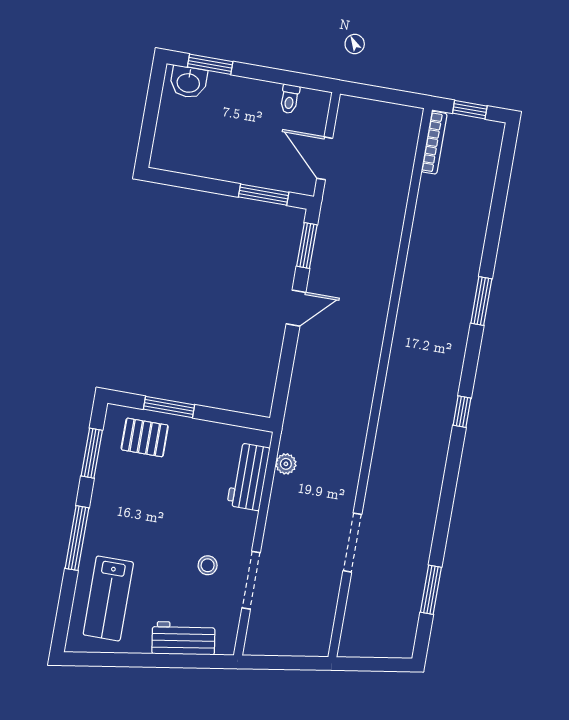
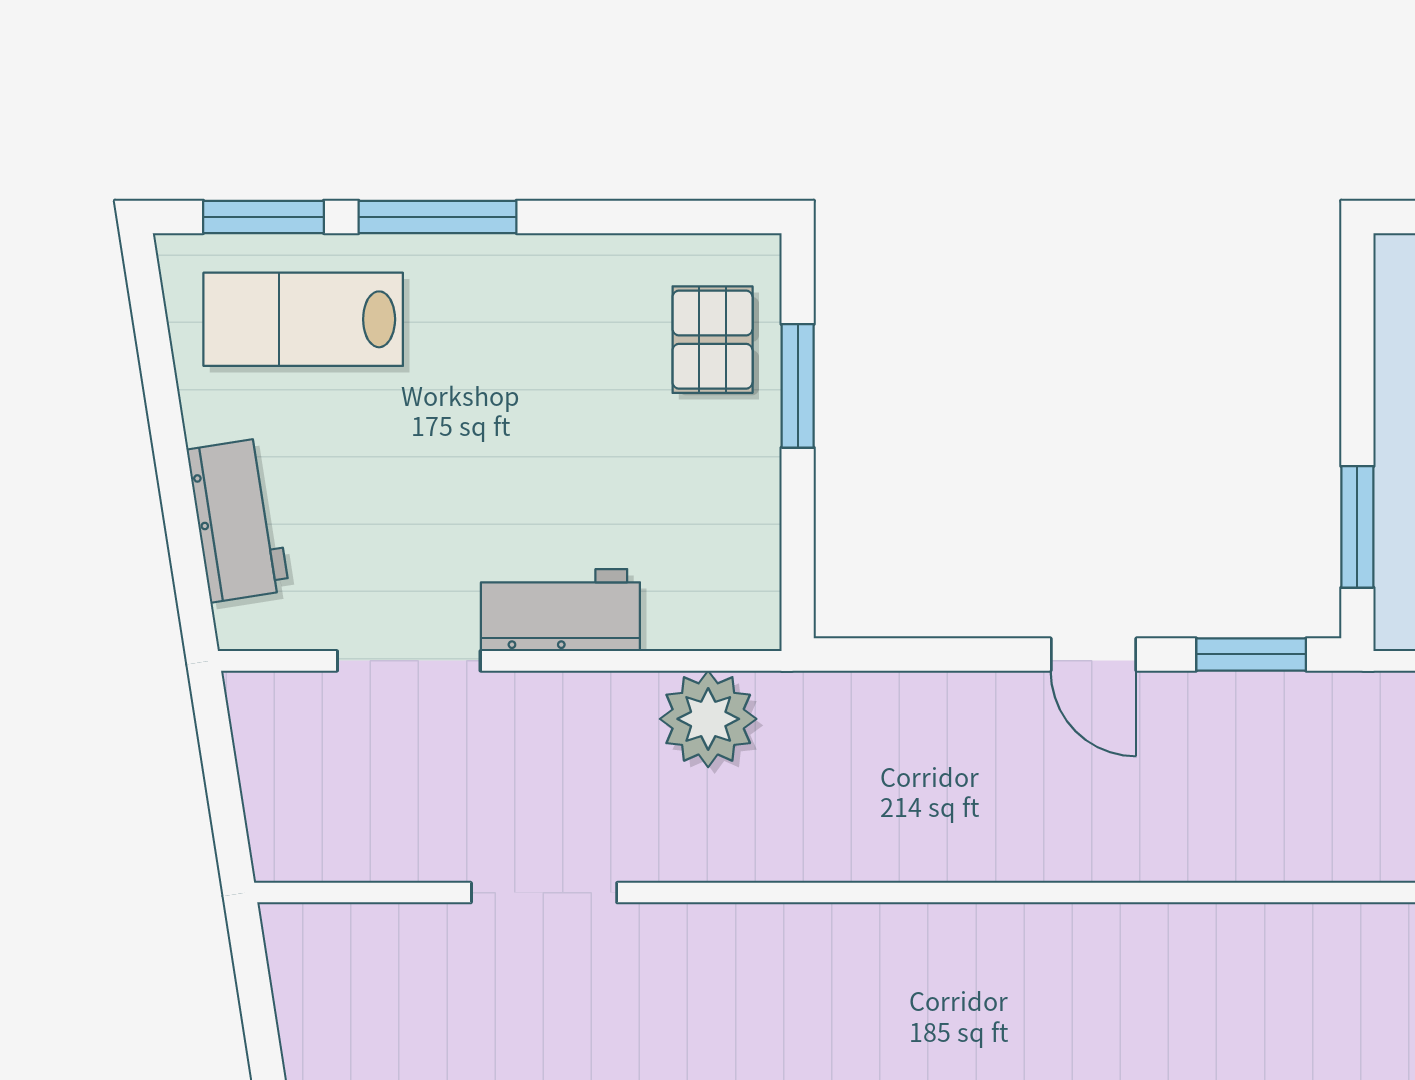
window: (92, 453) -> (263, 217), moved
plant: (286, 464) -> (708, 719), width x1.87, depth x1.87
workbench: (248, 477) -> (560, 610), moved
stool: (208, 565) -> (427, 548), removed

